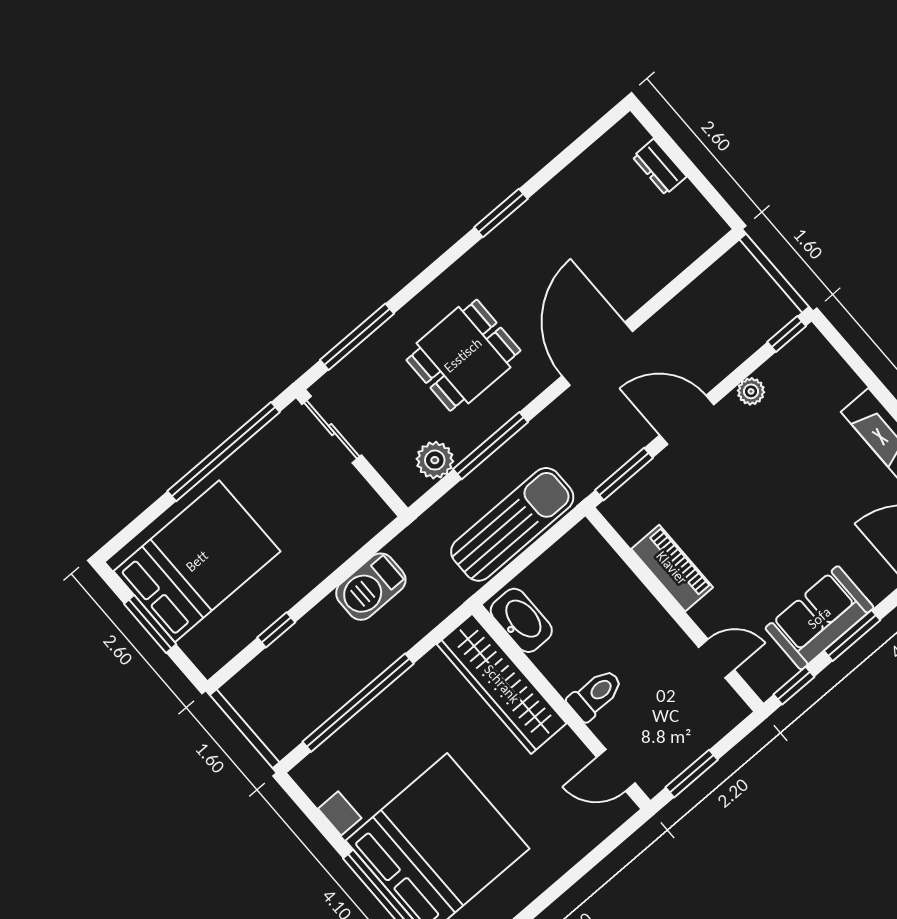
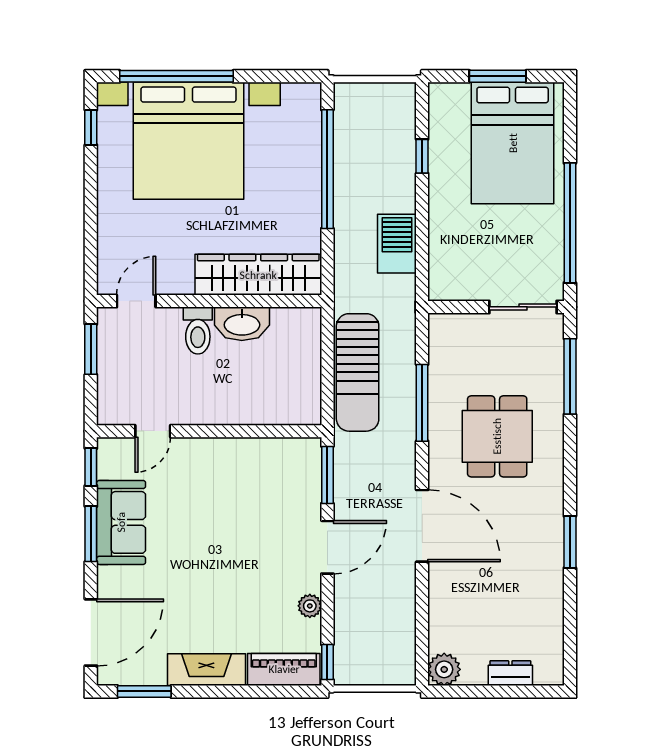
plant: (435, 460) -> (444, 669), moved
piano: (672, 568) -> (284, 669), moved, turned 180
washbasin: (521, 620) -> (242, 324), moved

